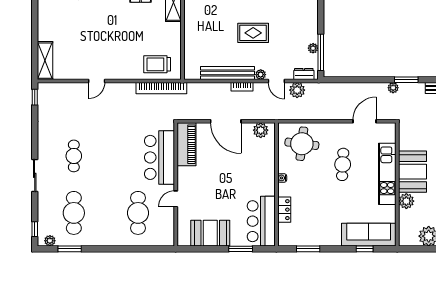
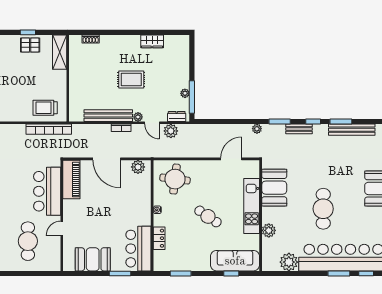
window: (406, 80) -> (280, 122), moved
cafe table: (343, 164) -> (208, 216), moved, turned -59
booth: (412, 172) -> (274, 188), moved

